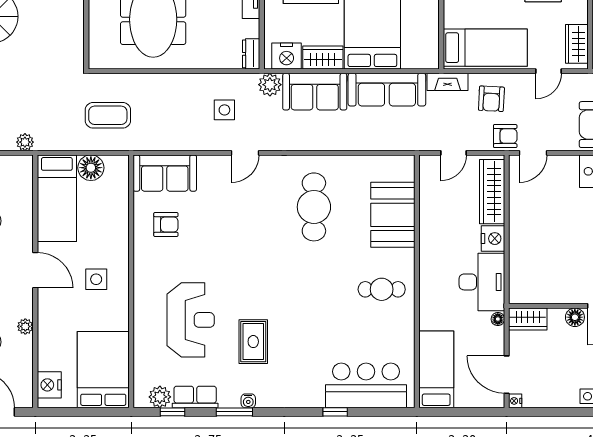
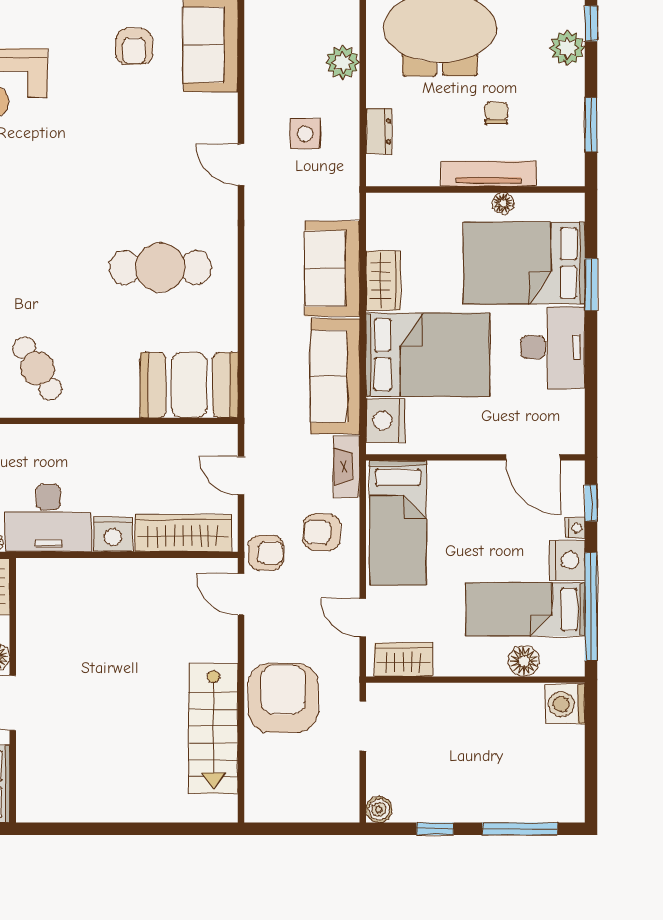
dresser: (251, 54) -> (379, 131), moved, turned 90
nightstand: (287, 56) -> (385, 421), moved
plant: (270, 85) -> (343, 62), moved
armchair: (505, 136) -> (266, 553), turned -90
booth: (393, 215) -> (189, 385), moved
cafe table: (382, 289) -> (37, 368), turned -32

